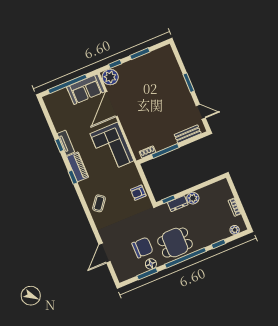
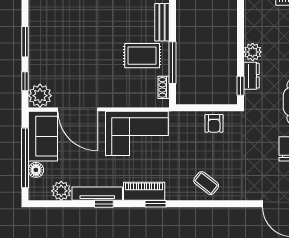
floor lamp: (63, 94) -> (36, 170), added
plant: (56, 115) -> (61, 191), added
rug: (162, 130) -> (142, 56), added
tv unit: (66, 143) -> (97, 194), width x1.41

